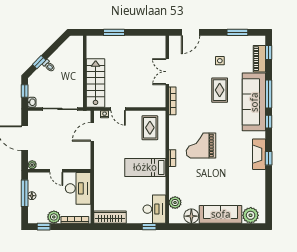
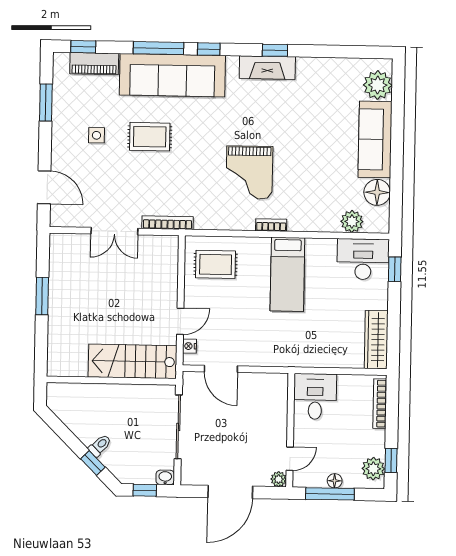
window: (114, 32) -> (42, 296), moved
door: (56, 171) -> (290, 459), moved
desk: (78, 188) -> (315, 396), width x0.73
plant: (54, 217) -> (373, 469), moved

